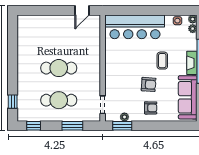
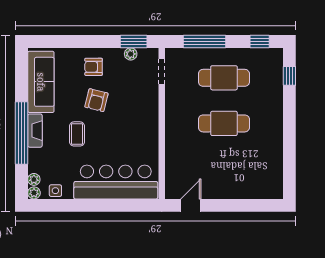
armchair: (149, 84) -> (96, 100), turned -80
window: (72, 126) -> (205, 42), width x1.44

